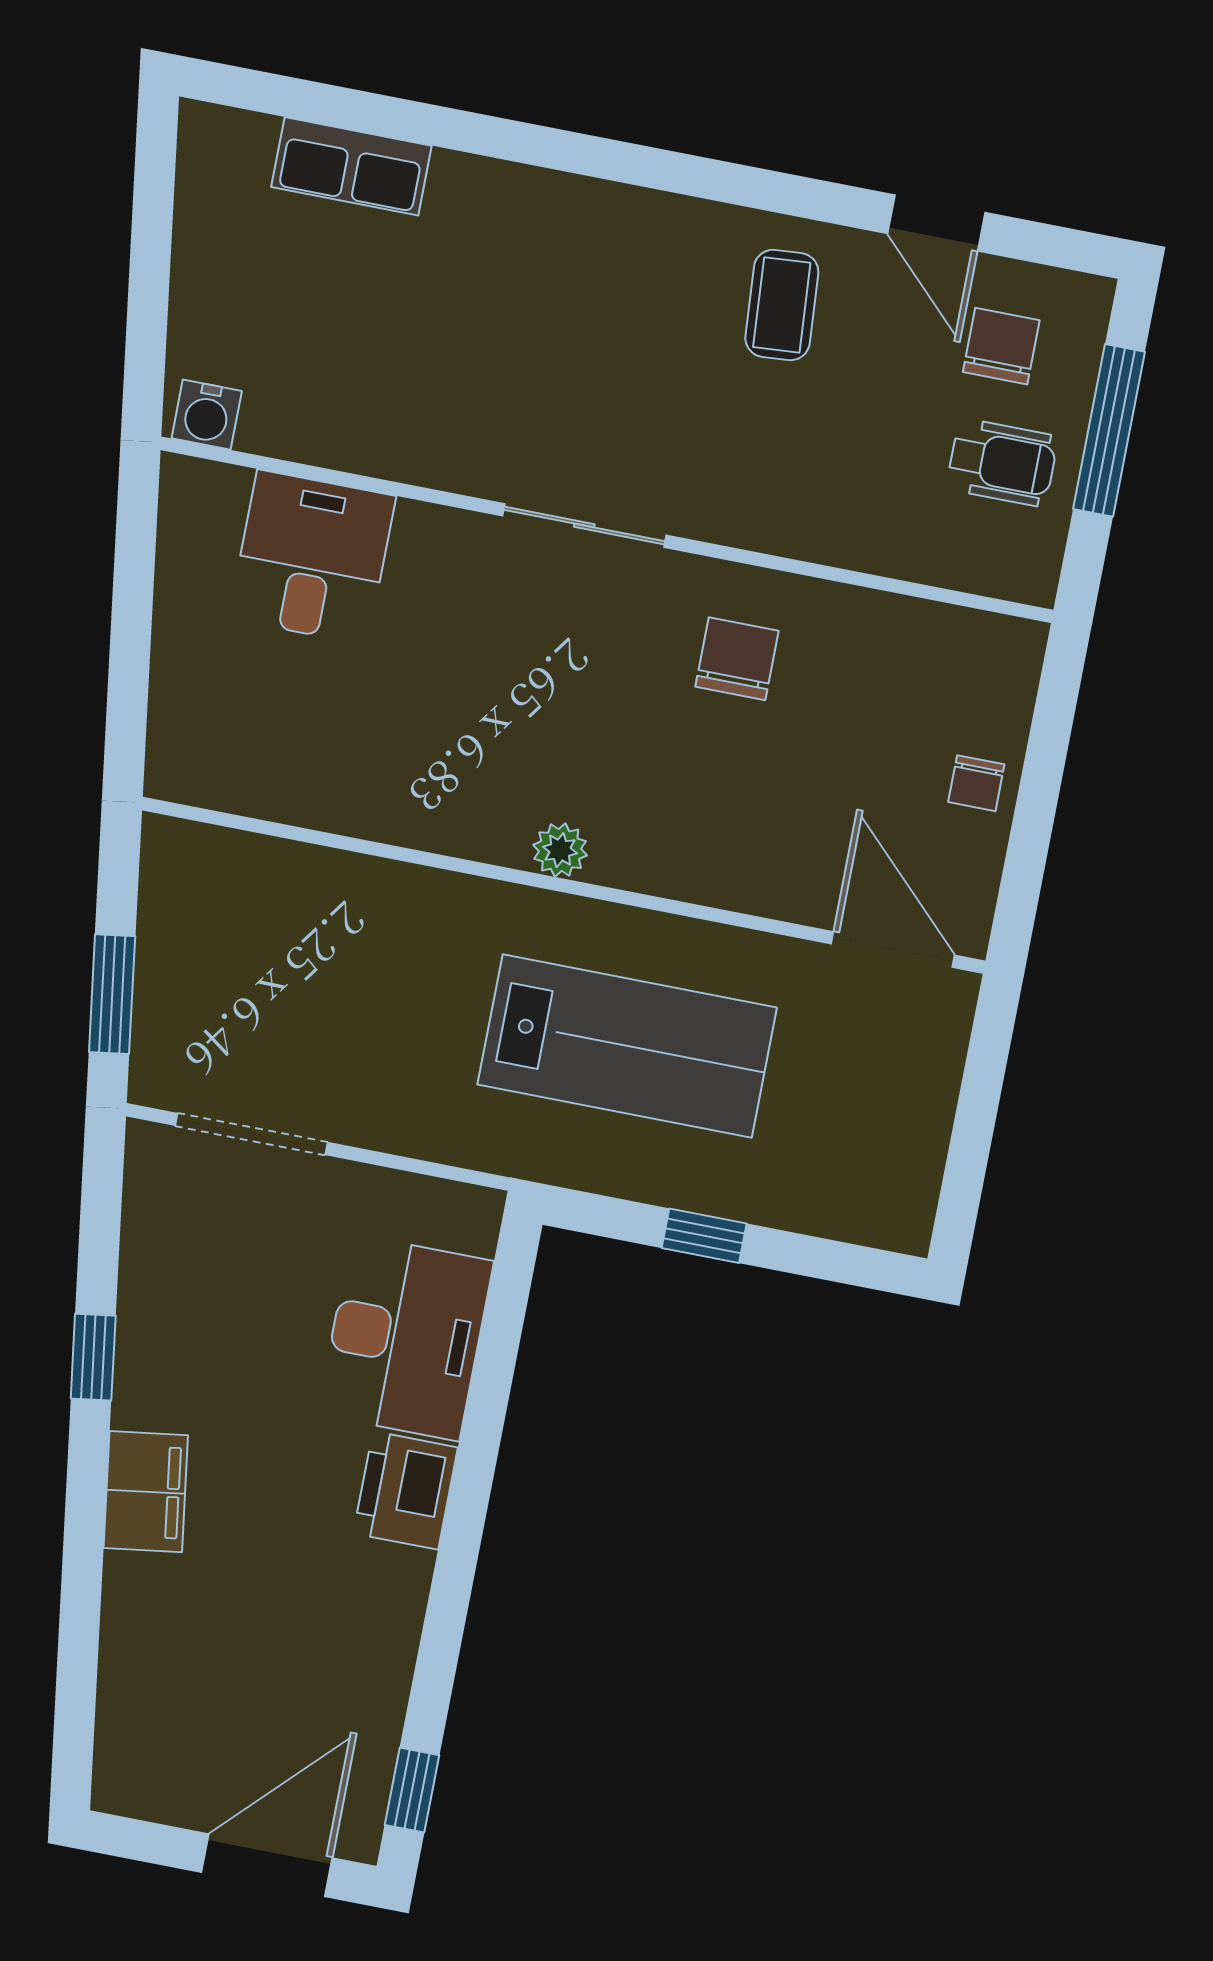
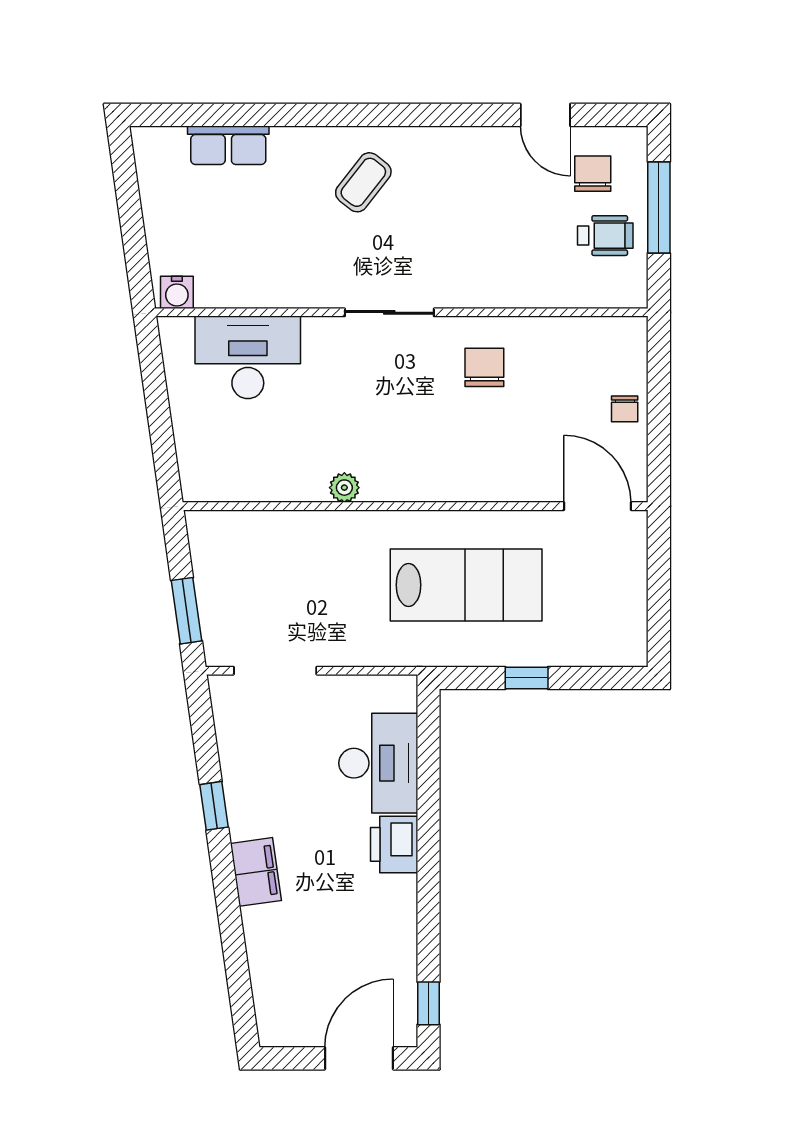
coffee table: (782, 305) -> (363, 182), moved, turned 42
desk: (312, 557) -> (248, 357), width x1.37
plant: (560, 850) -> (344, 488), moved

